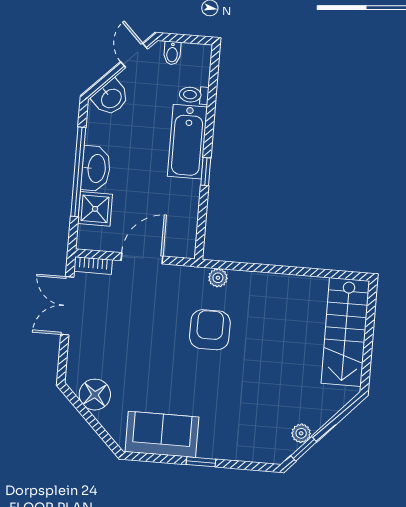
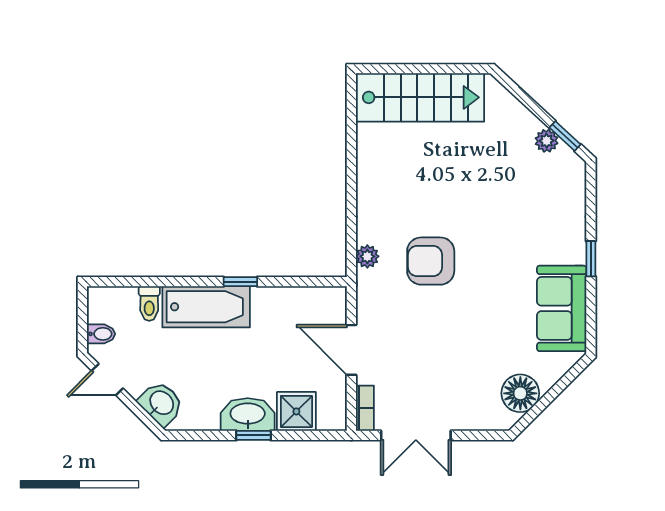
window: (78, 172) -> (253, 435), width x0.32

